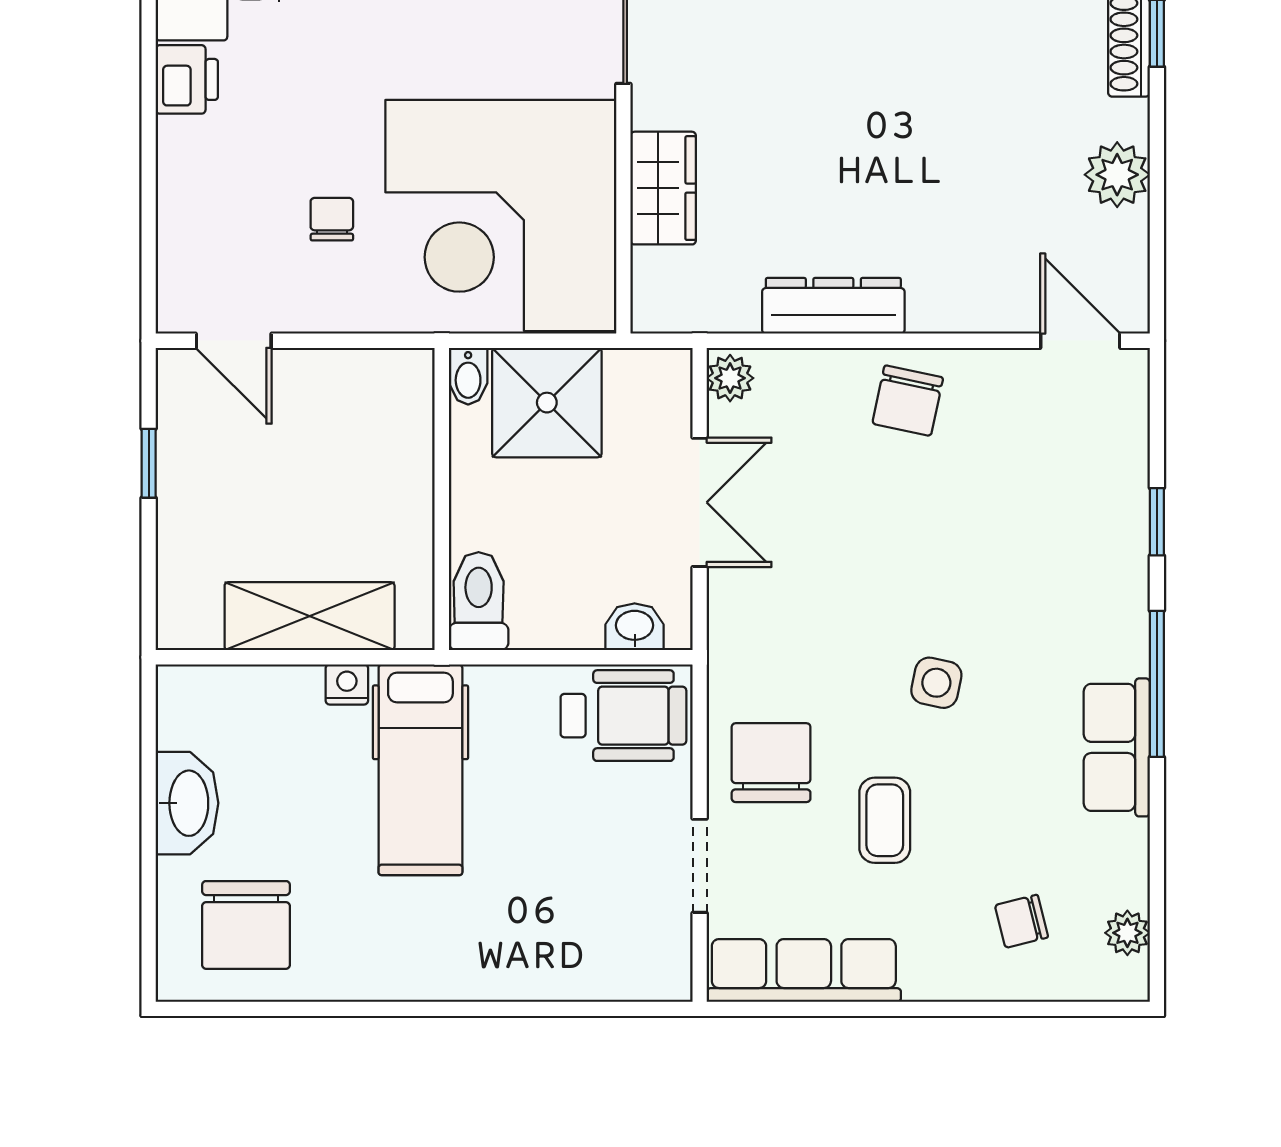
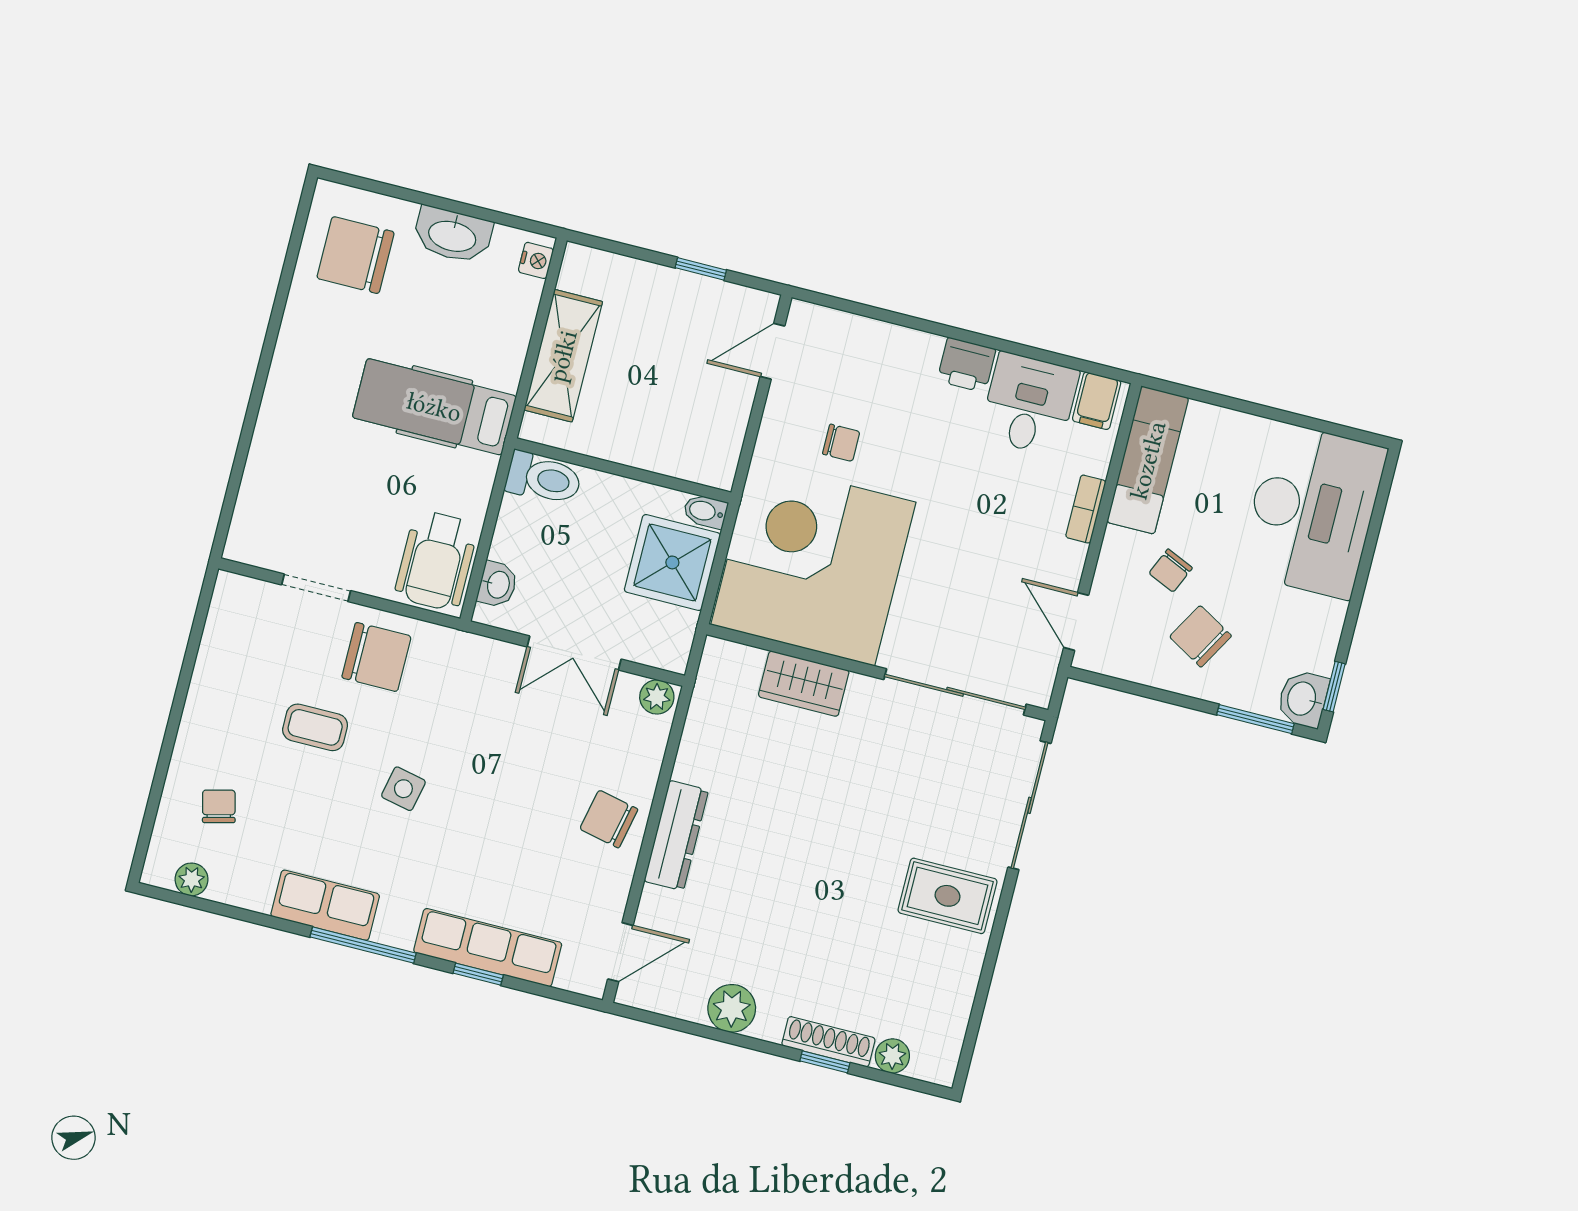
dresser: (833, 306) -> (676, 836), moved
nightstand: (347, 684) -> (536, 260), moved
row of seats: (804, 970) -> (488, 948), moved, turned -90

